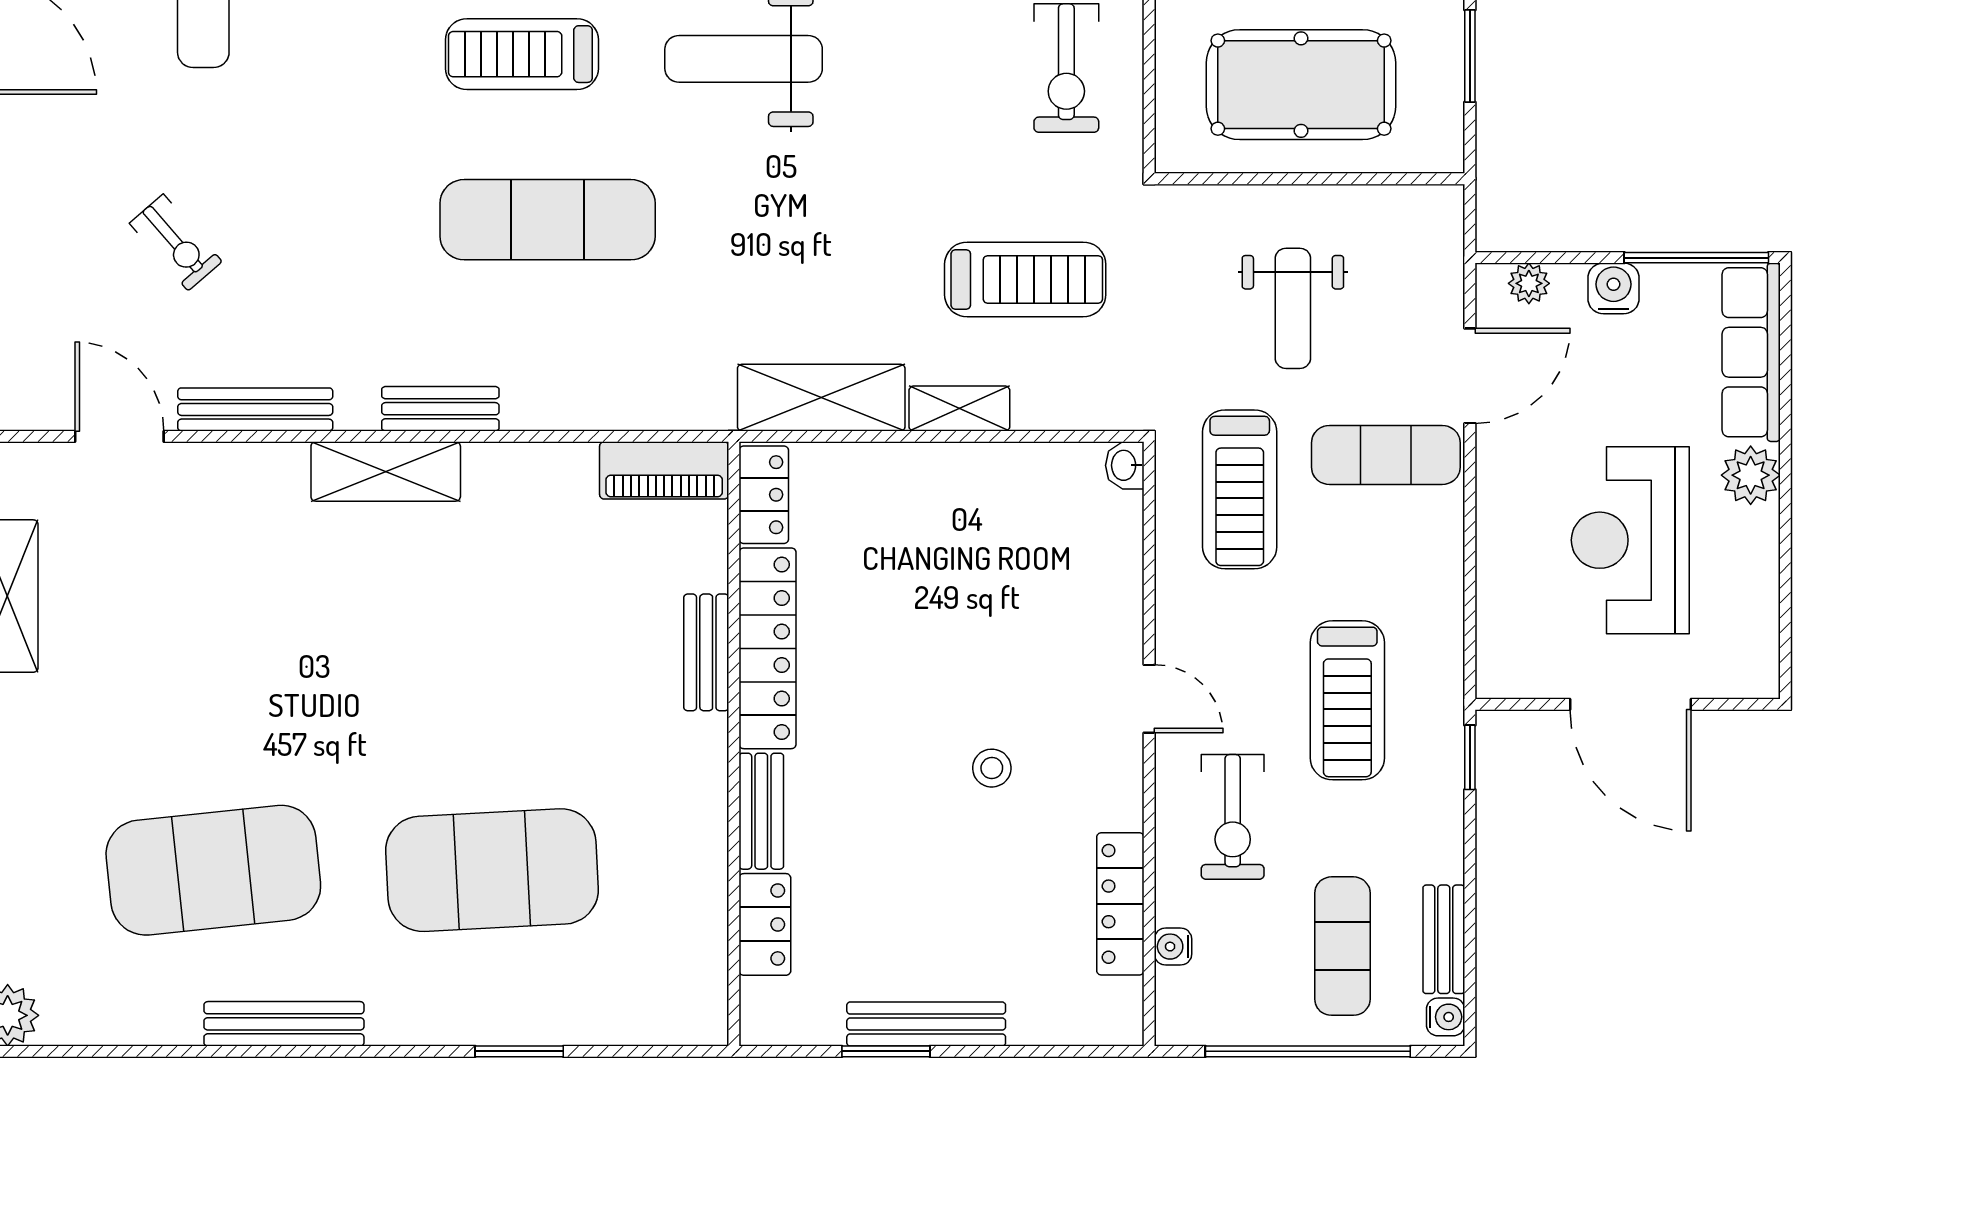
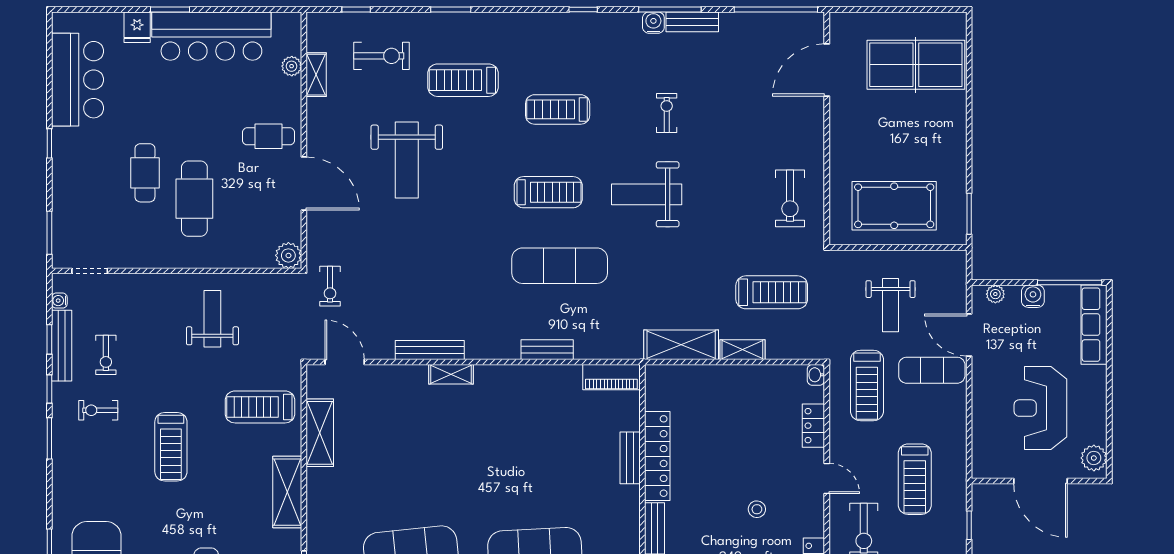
treadmill: (522, 54) -> (548, 192), turned 180
window: (1470, 56) -> (969, 214), moved
exercise bike: (176, 242) -> (330, 286), moved, turned 41
door: (1470, 376) -> (969, 335), swing flipped
bench: (440, 409) -> (547, 350), moved
door: (119, 436) -> (345, 362), moved
shelving: (386, 471) -> (451, 374), moved, width x0.67, depth x0.75
plant: (1751, 475) -> (1094, 458), moved
locker: (764, 495) -> (813, 426), moved, turned 180
window: (1470, 757) -> (969, 525), moved

